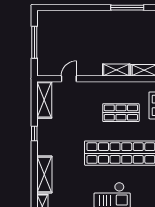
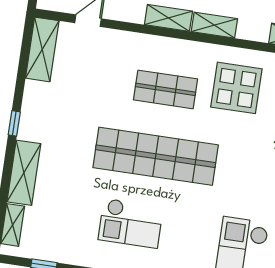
window: (34, 133) -> (14, 123), moved

